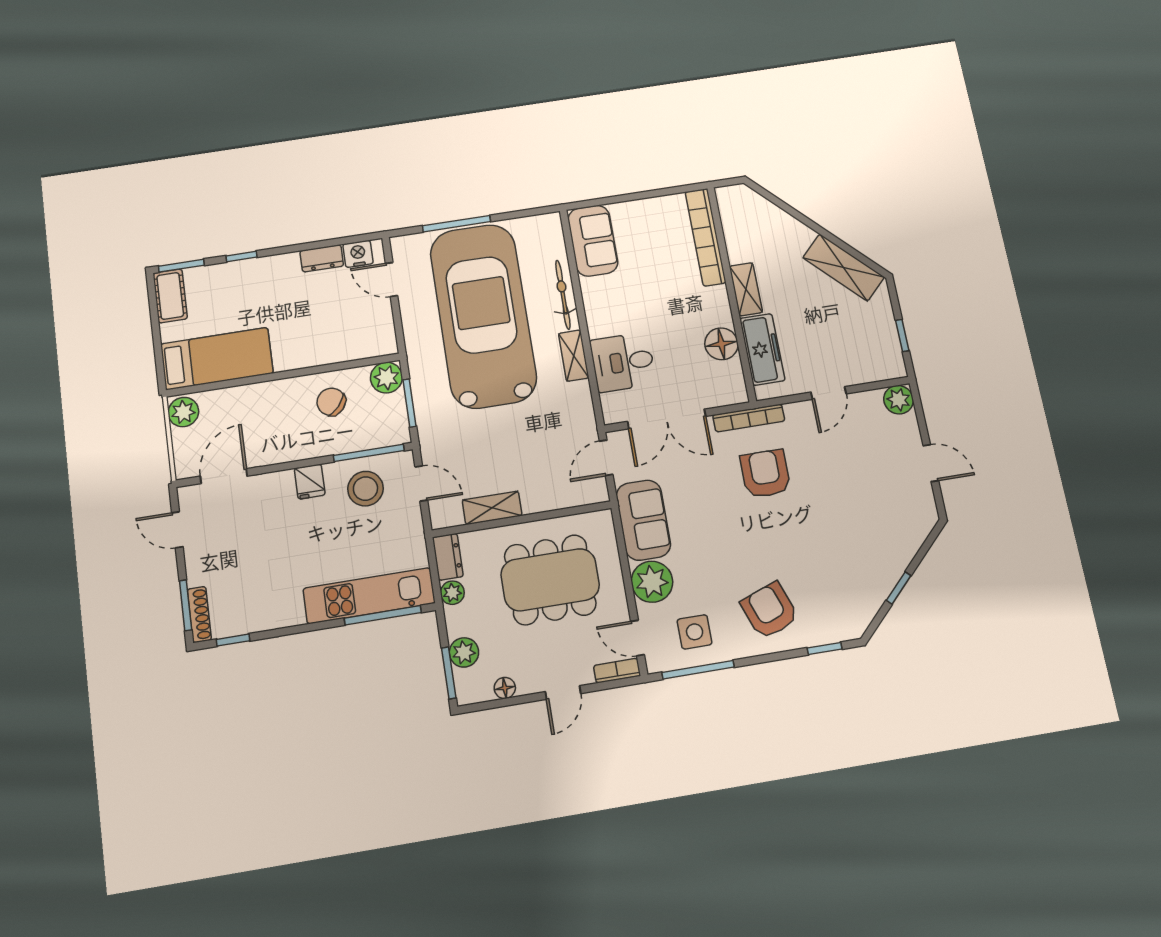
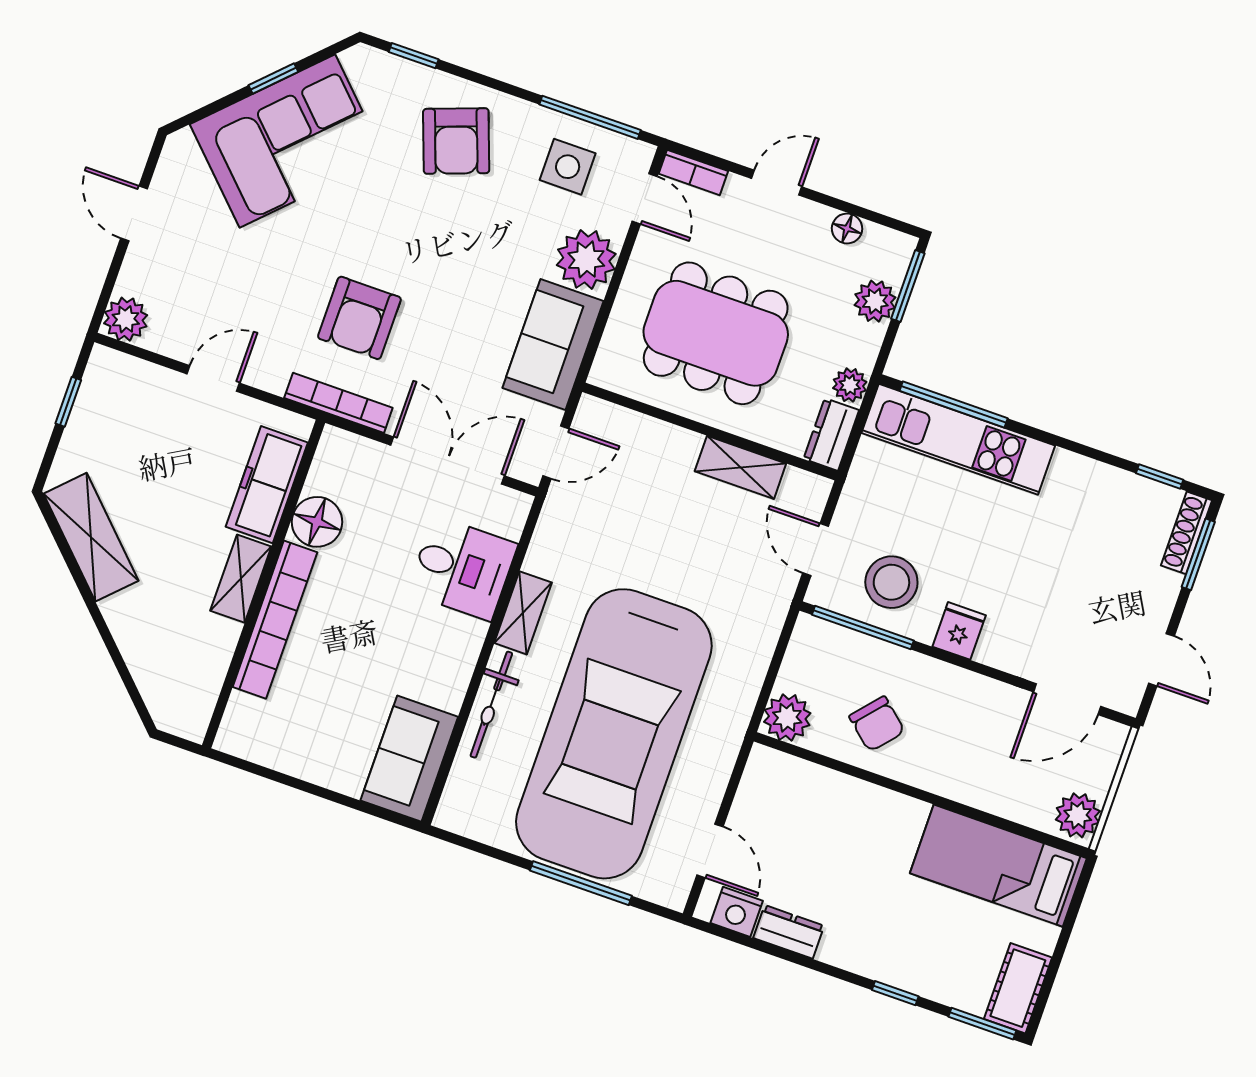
bookcase: (706, 237) -> (275, 620), moved
window: (410, 403) -> (775, 666), removed
corner sofa: (868, 555) -> (287, 141), added

